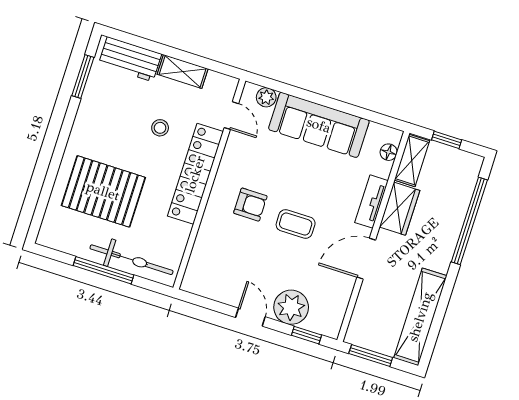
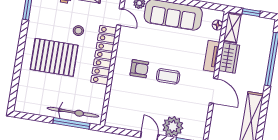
pallet: (103, 191) -> (54, 57), moved
door: (366, 259) -> (214, 91), swing flipped
window: (104, 270) -> (71, 123), moved

